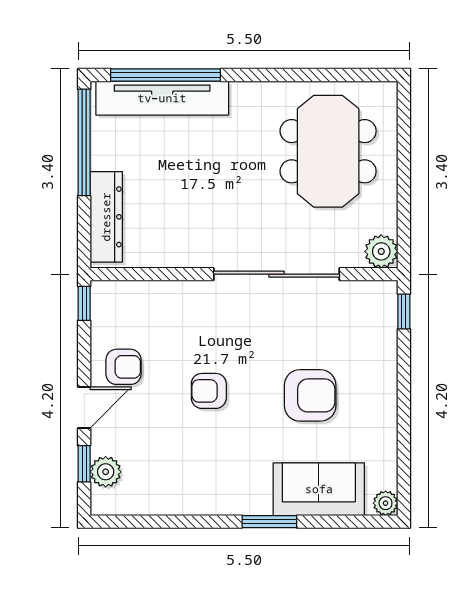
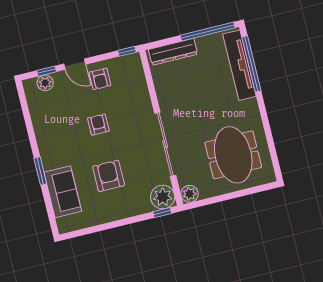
meeting table: (328, 151) -> (233, 155), turned 90
armchair: (310, 395) -> (109, 176), turned 180
plant: (386, 503) -> (163, 197), moved, width x1.88, depth x1.88

